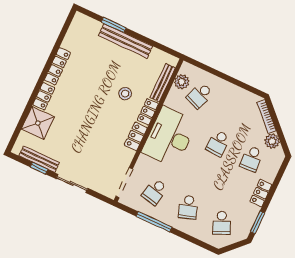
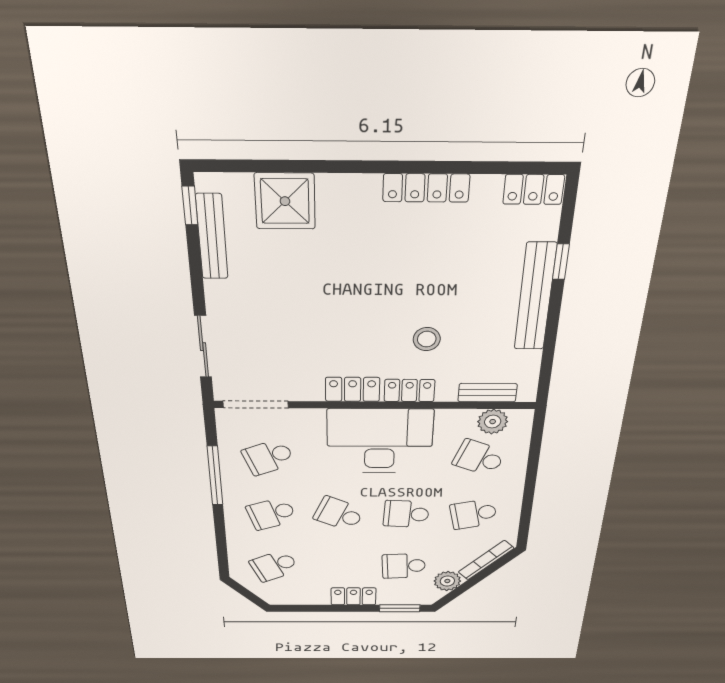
window: (114, 25) -> (561, 262), width x0.67
bench: (163, 83) -> (487, 393), width x0.73
locker: (44, 96) -> (534, 189), moved
school desk: (233, 111) -> (473, 514), added
window: (39, 168) -> (190, 206), moved
school desk: (203, 175) -> (339, 514), added
sliding door: (72, 183) -> (203, 347), moved
school desk: (155, 192) -> (268, 457), turned -33
window: (258, 222) -> (400, 608), moved

